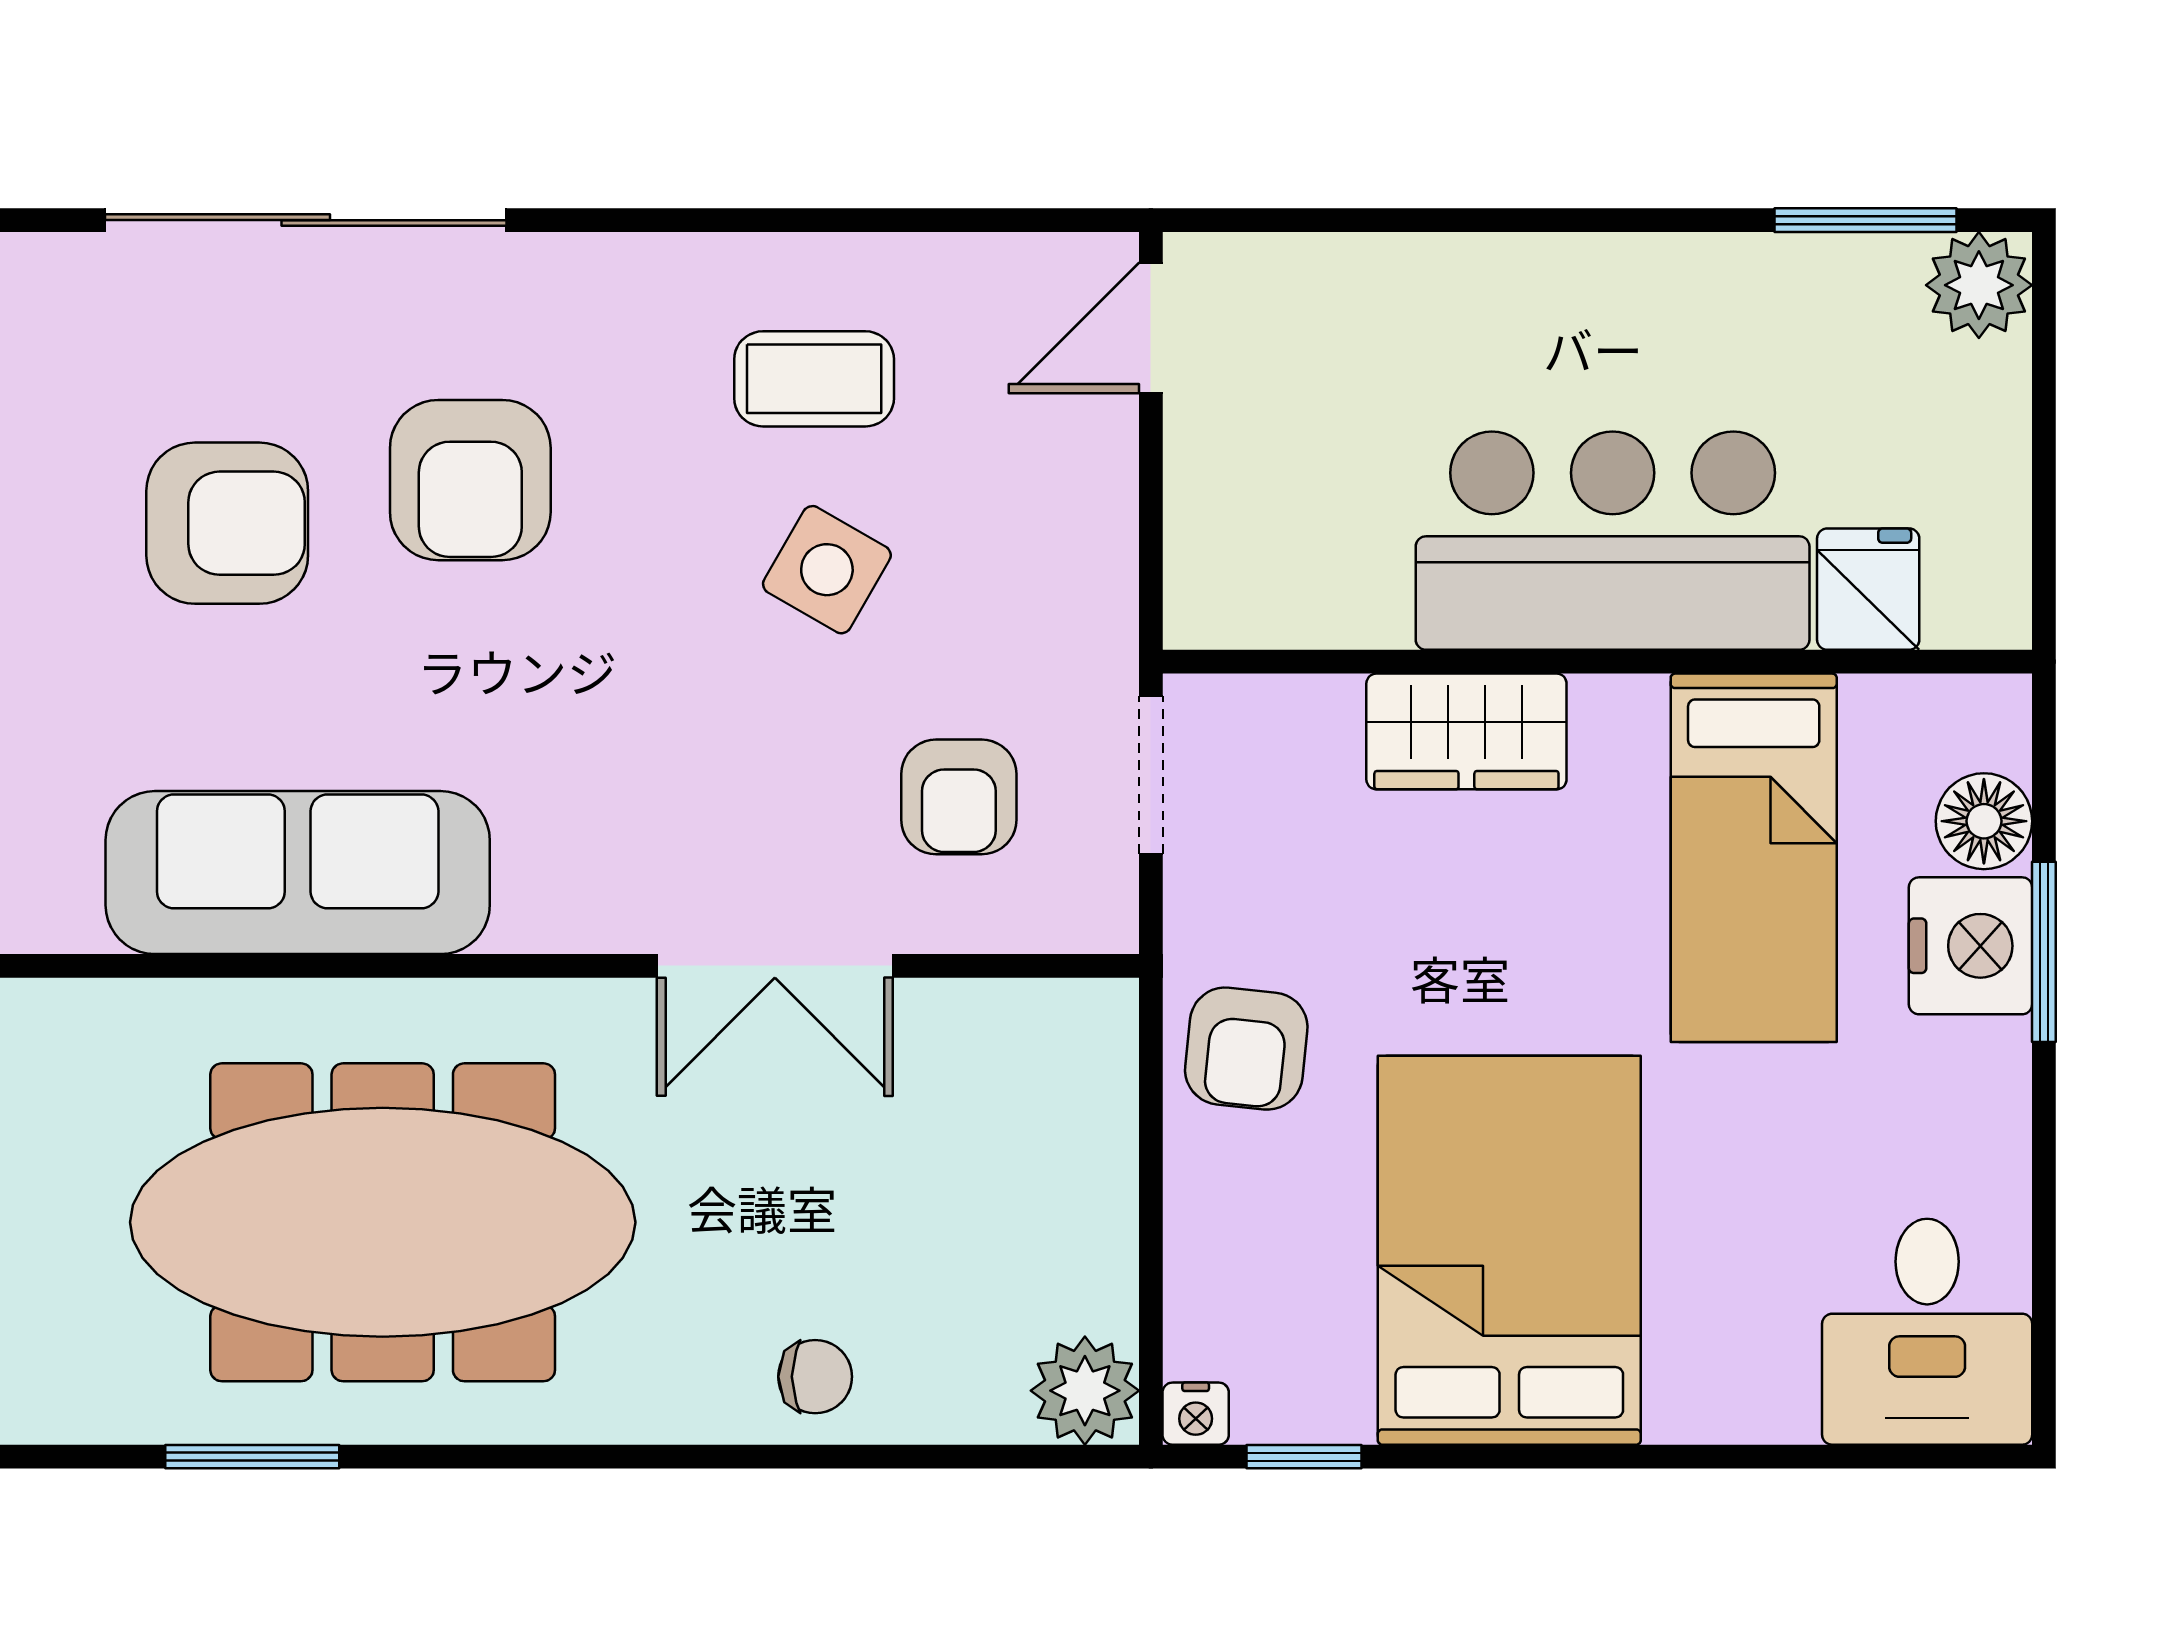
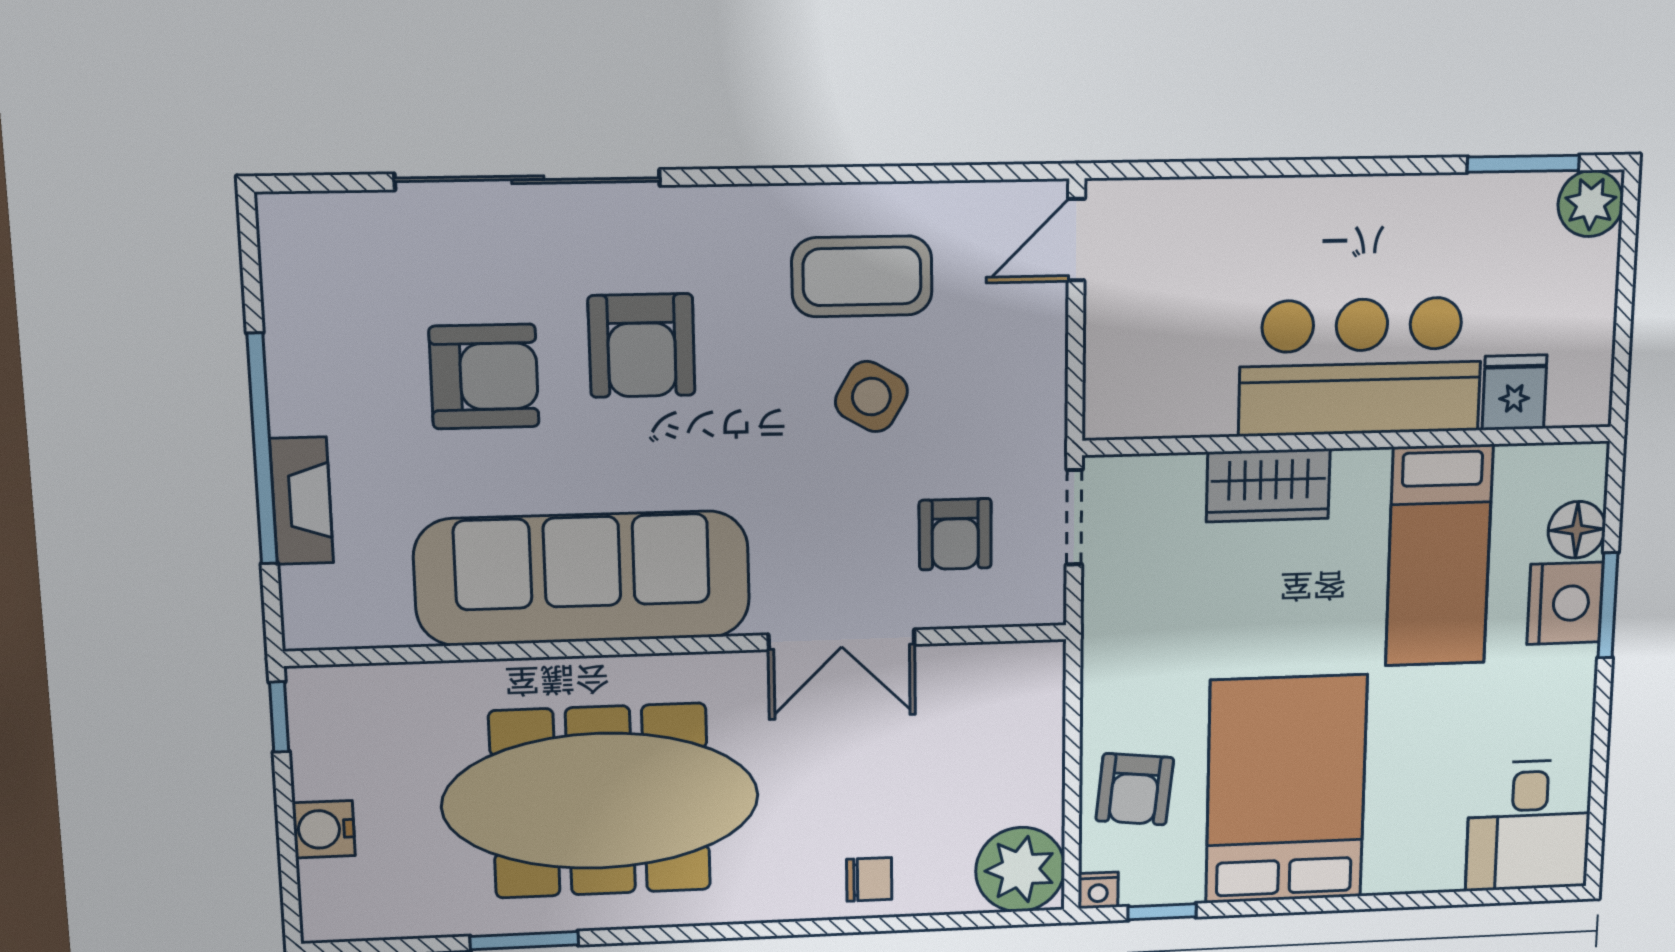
coffee table: (814, 379) -> (862, 276), width x1.36, depth x1.30
sofa: (298, 873) -> (583, 578), width x1.36, depth x1.27
armchair: (1246, 1049) -> (1135, 789), moved
plant: (1085, 1391) -> (1020, 870), width x1.36, depth x1.36

